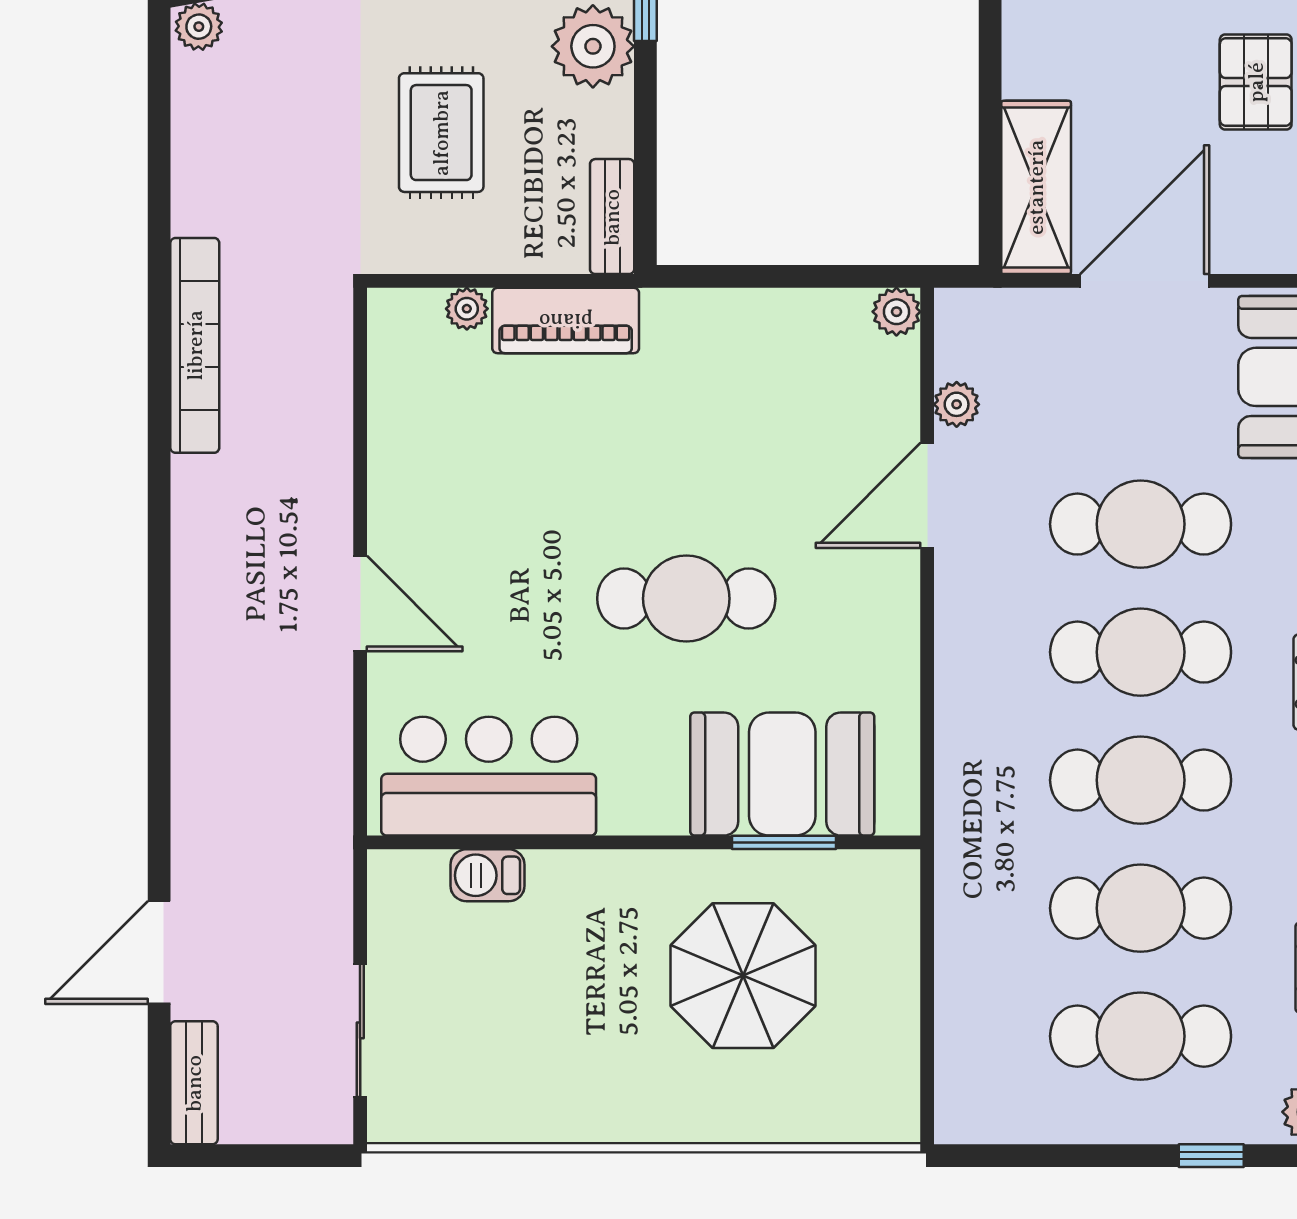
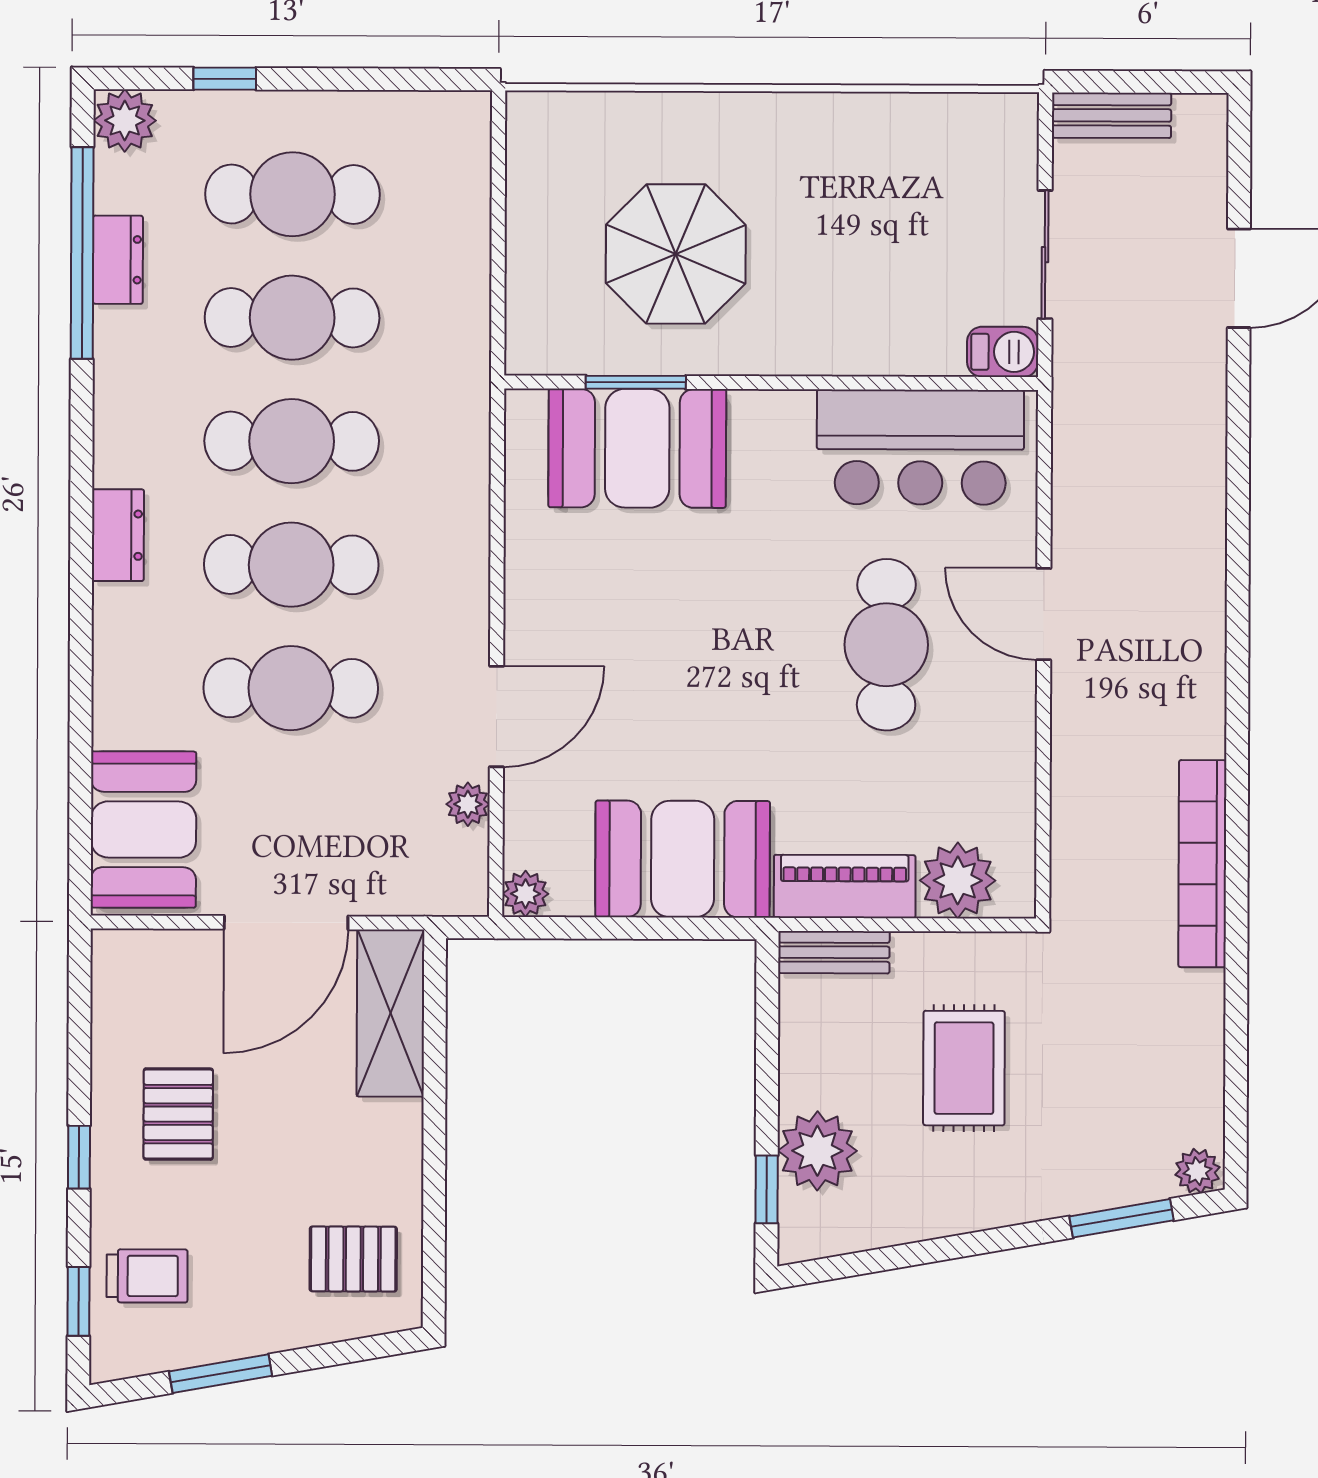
bench: (612, 217) -> (834, 952), moved, turned 90
plant: (467, 309) -> (958, 880), width x1.88, depth x1.88
booth: (734, 348) -> (683, 859), added
cafe table: (686, 599) -> (886, 645), moved, turned 90
barbecue: (488, 875) -> (1003, 352), moved
sliding door: (360, 1030) -> (1045, 255), moved
bench: (194, 1083) -> (1112, 115), moved, turned 90

